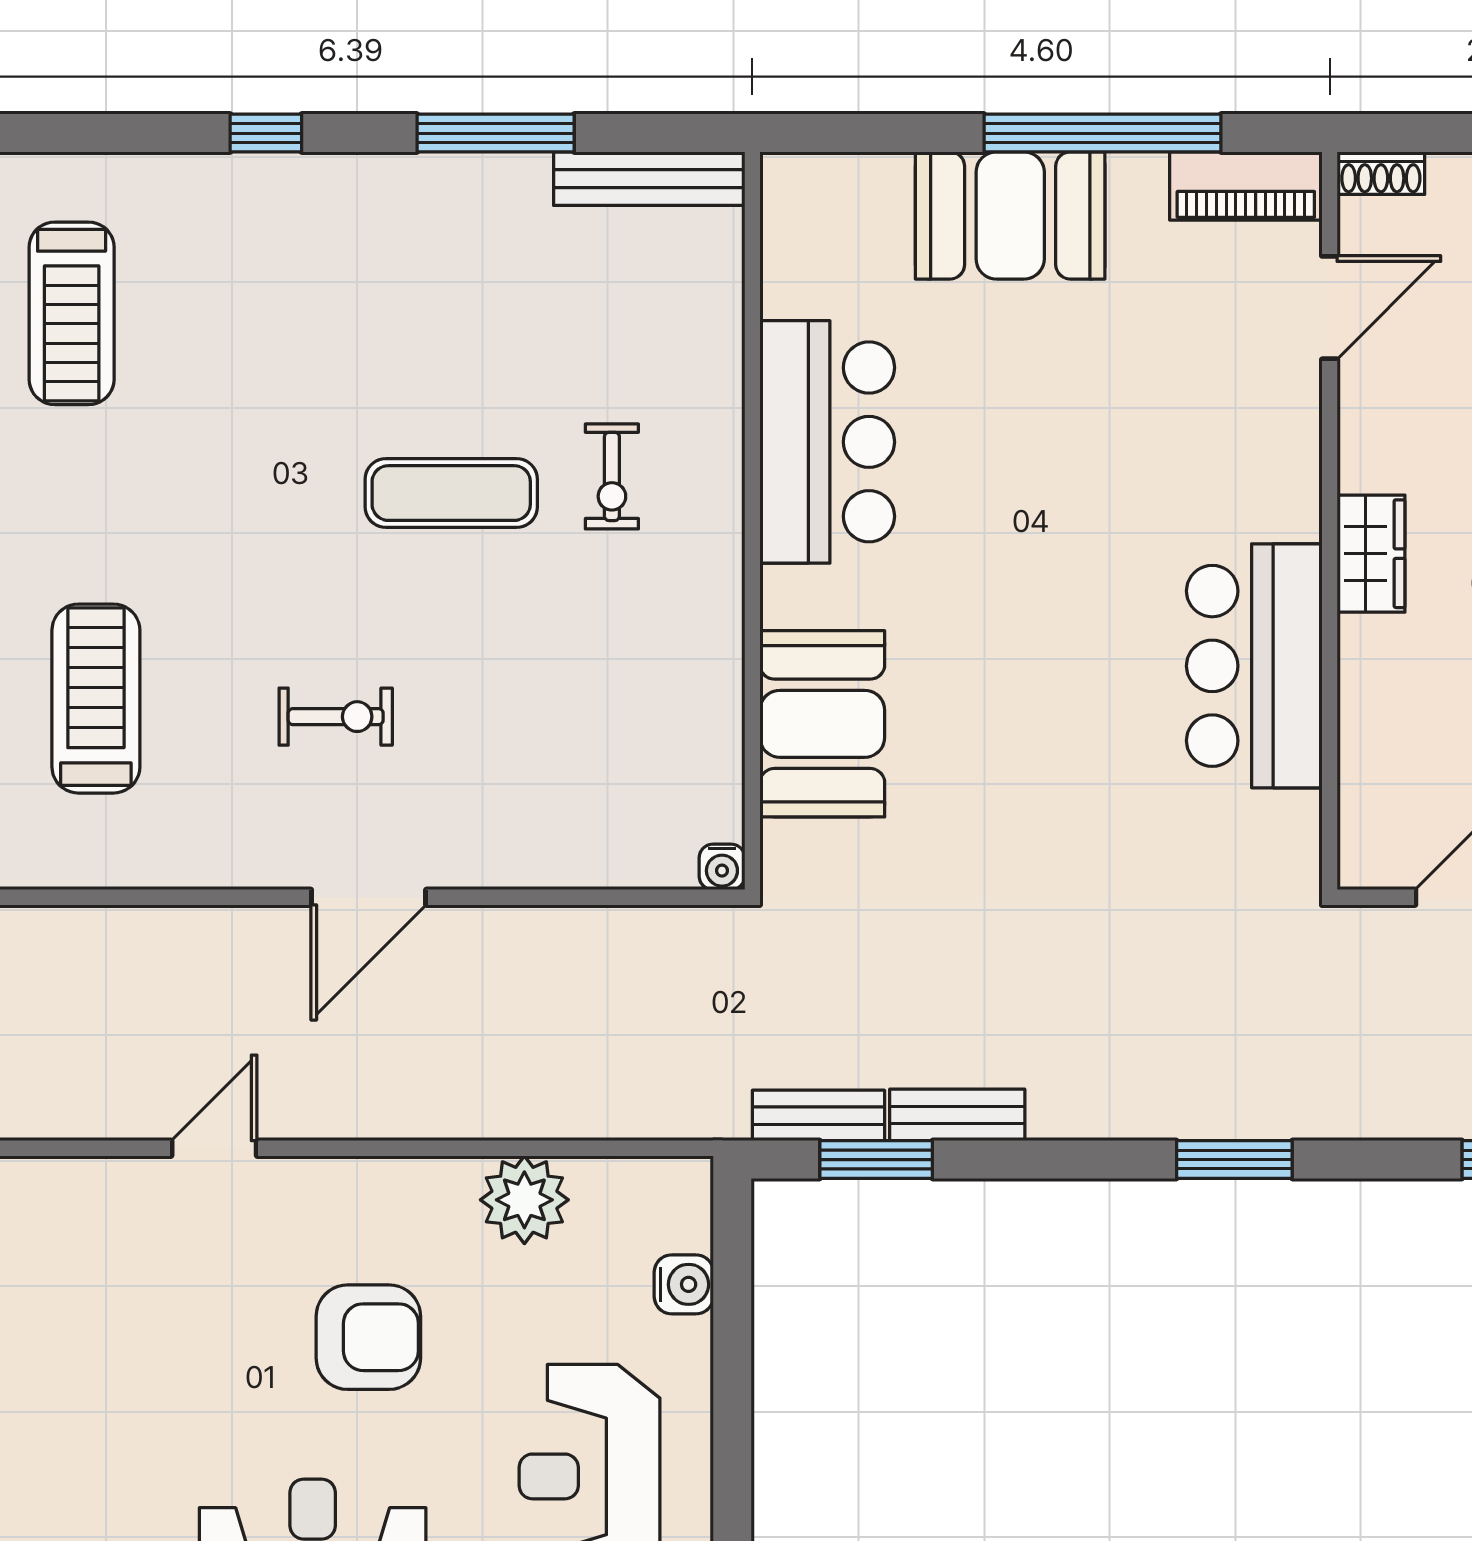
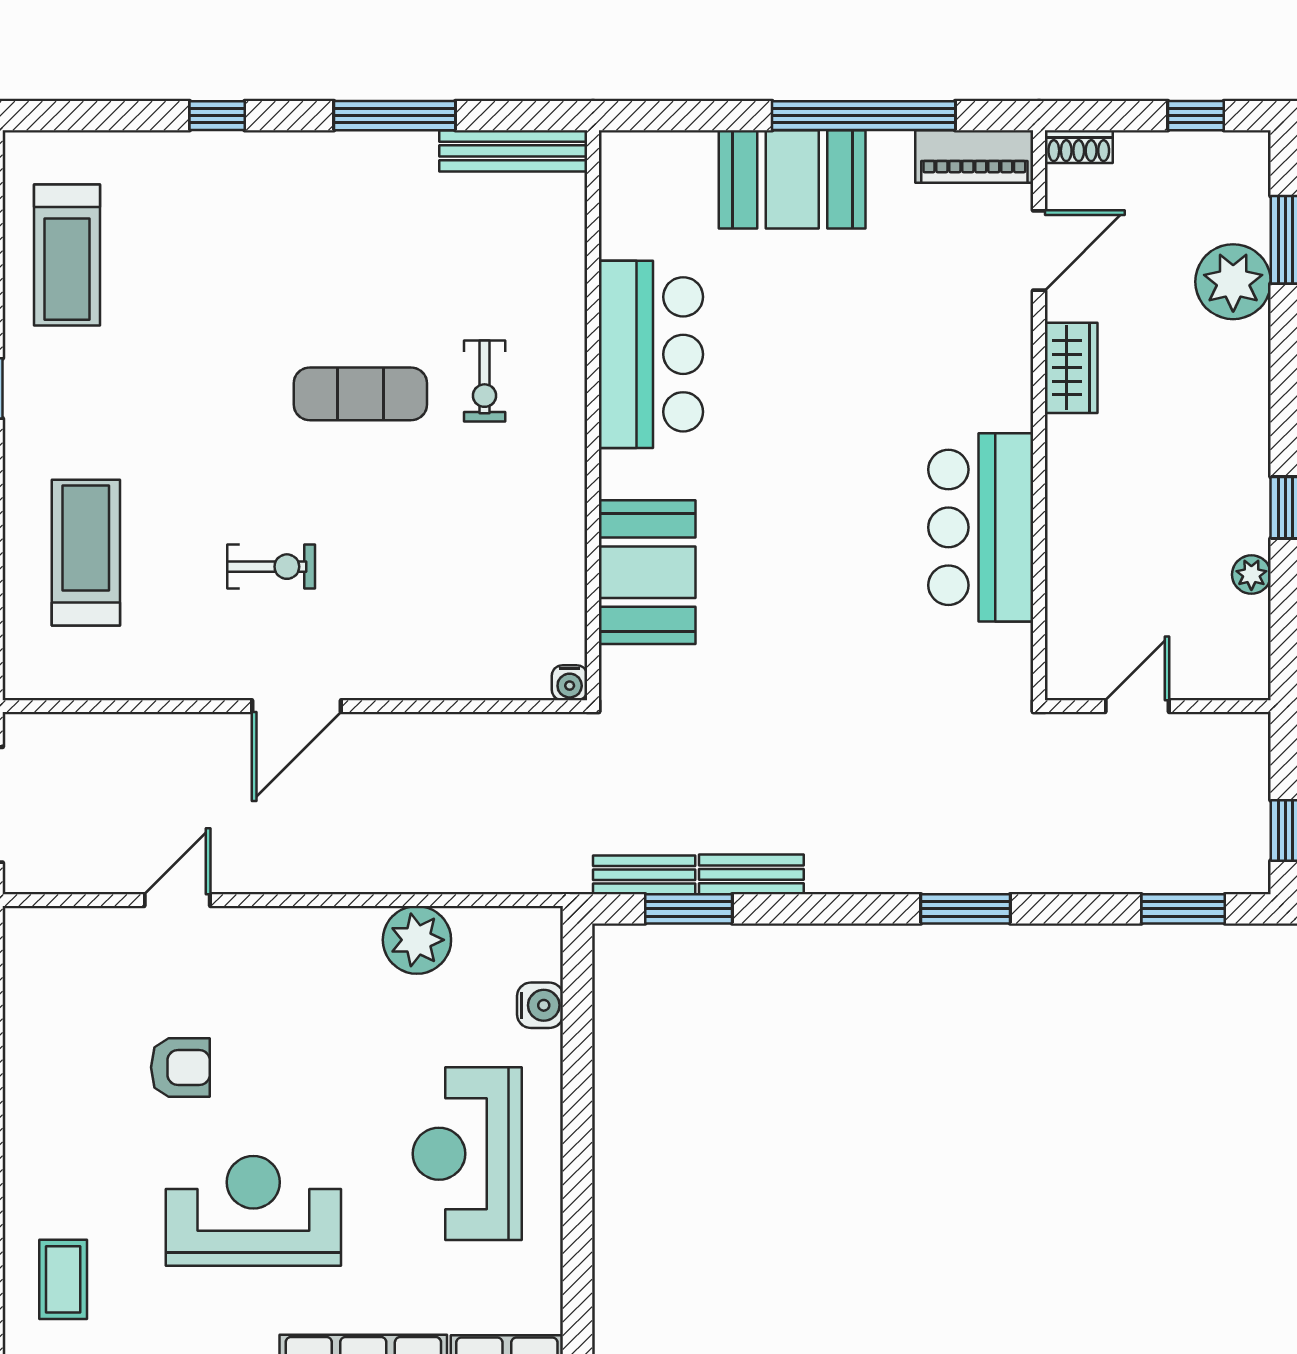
wardrobe: (1371, 554) -> (1071, 368), moved
armchair: (368, 1337) -> (180, 1067), moved, width x0.72, depth x0.72

